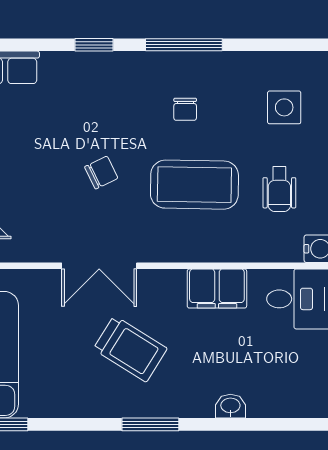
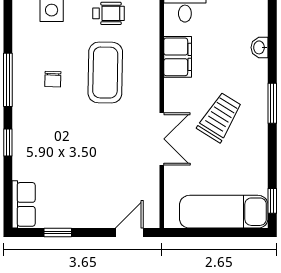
chair: (185, 109) -> (53, 79), turned 92
chair: (101, 173) -> (97, 137), removed

